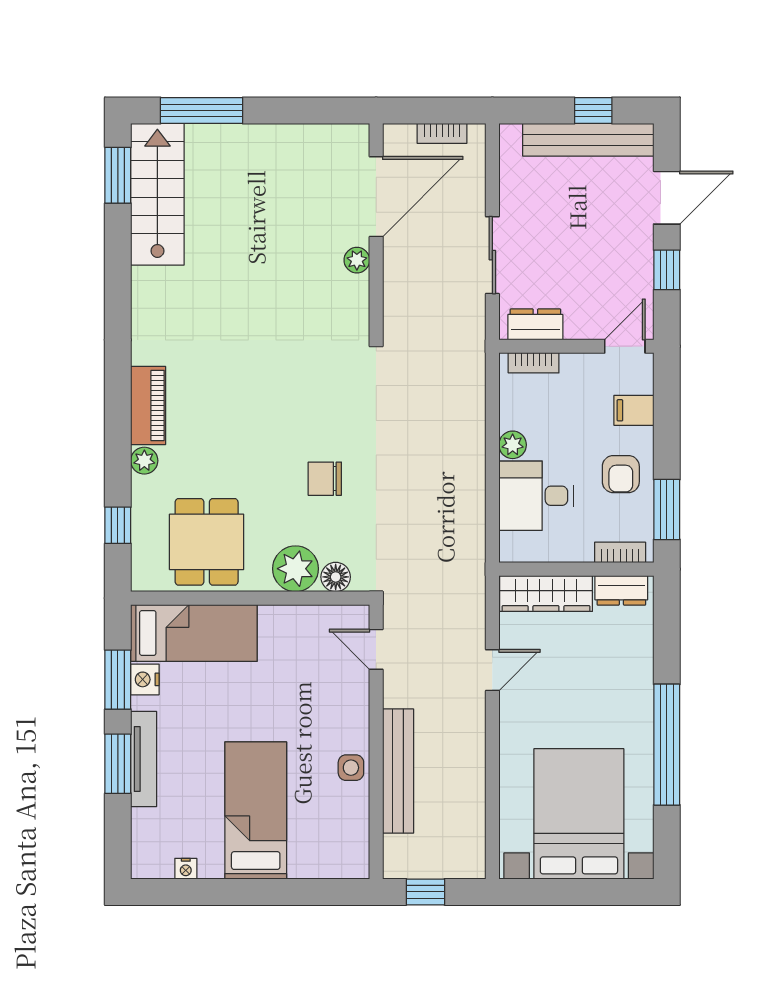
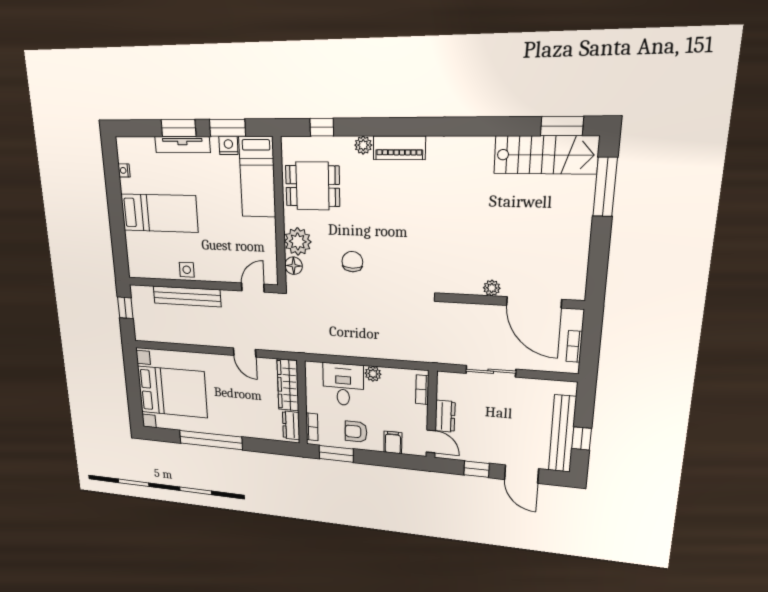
dresser: (535, 324) -> (445, 416), moved

